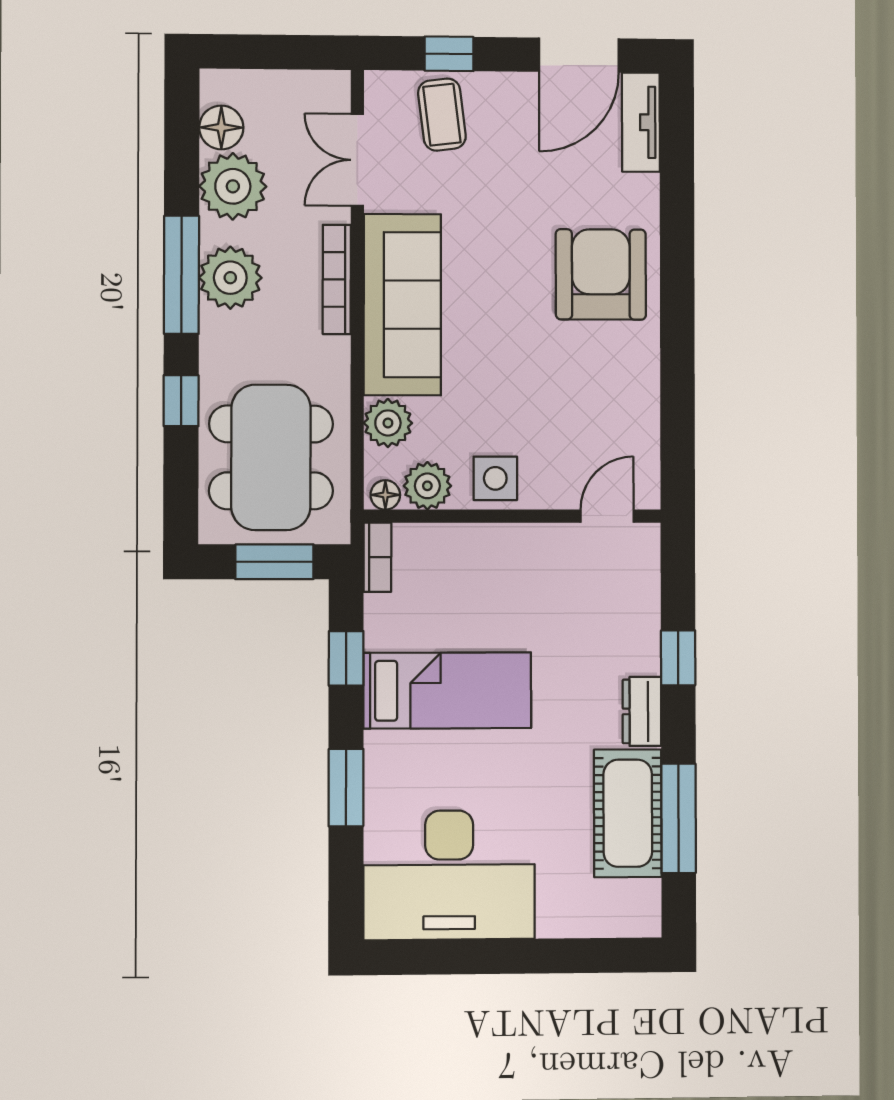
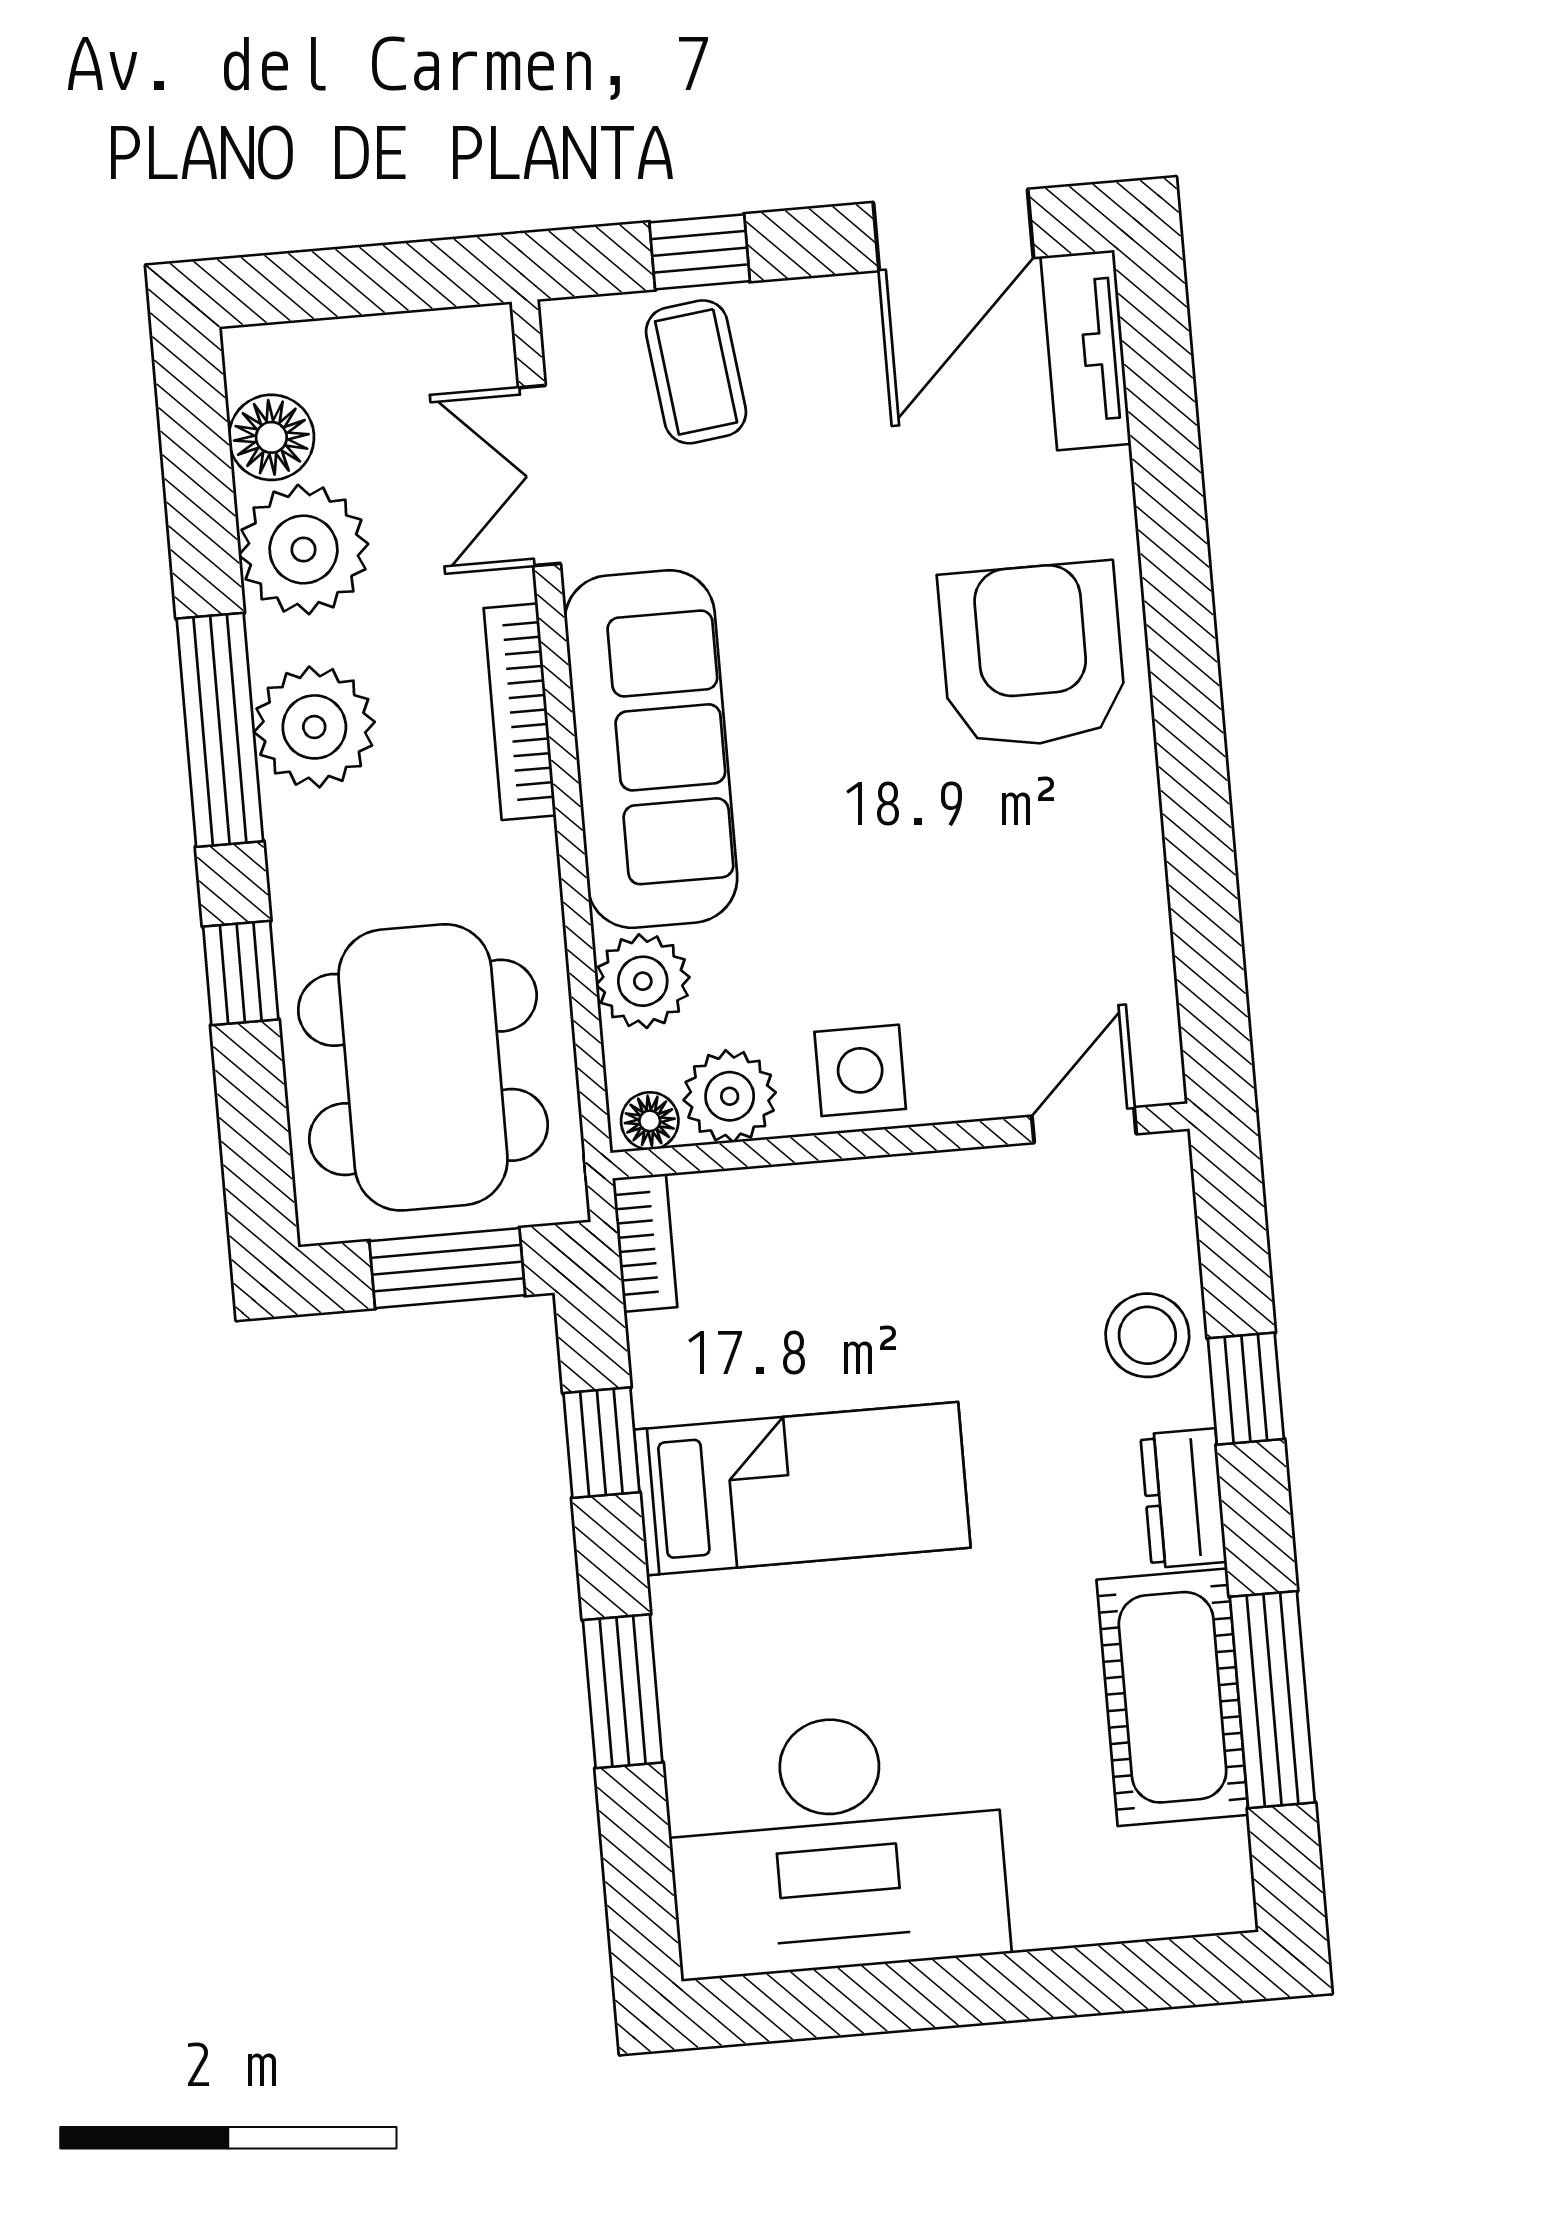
stool: (630, 626) -> (1147, 1335), added

